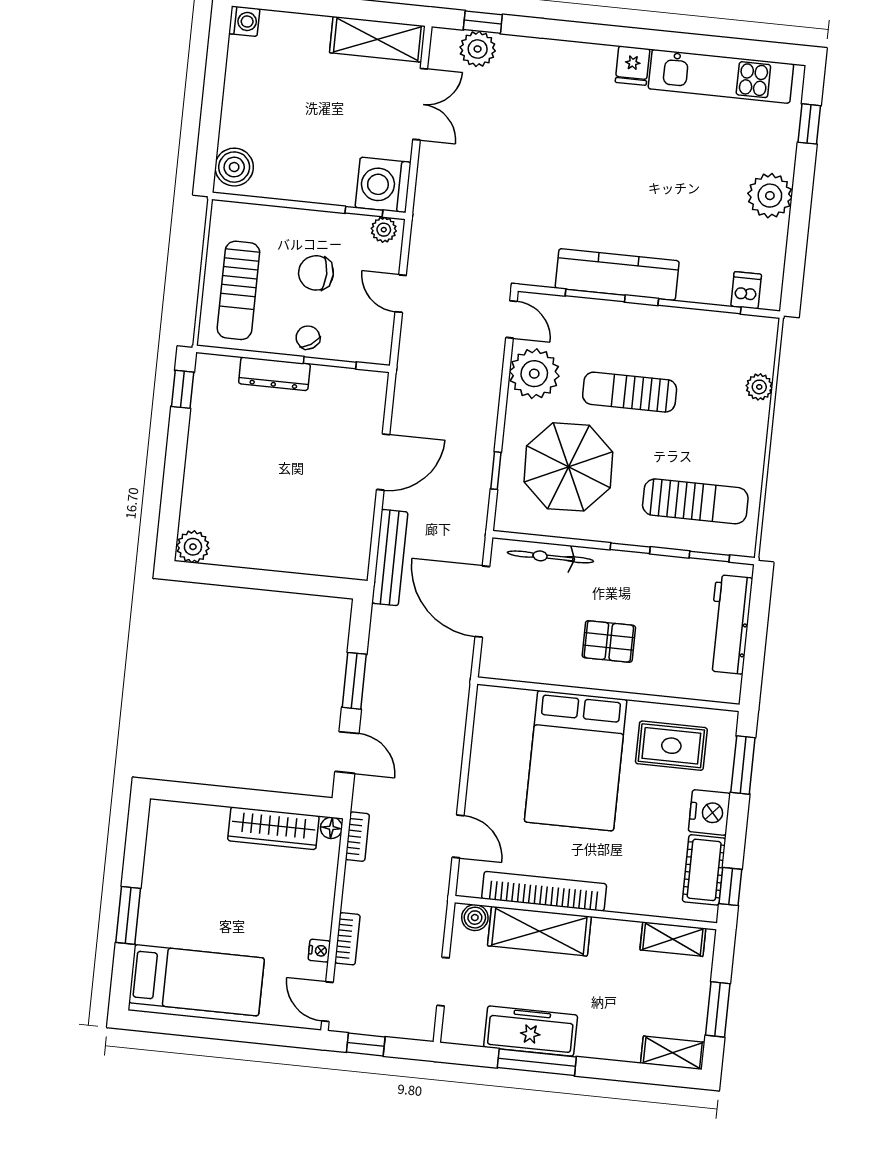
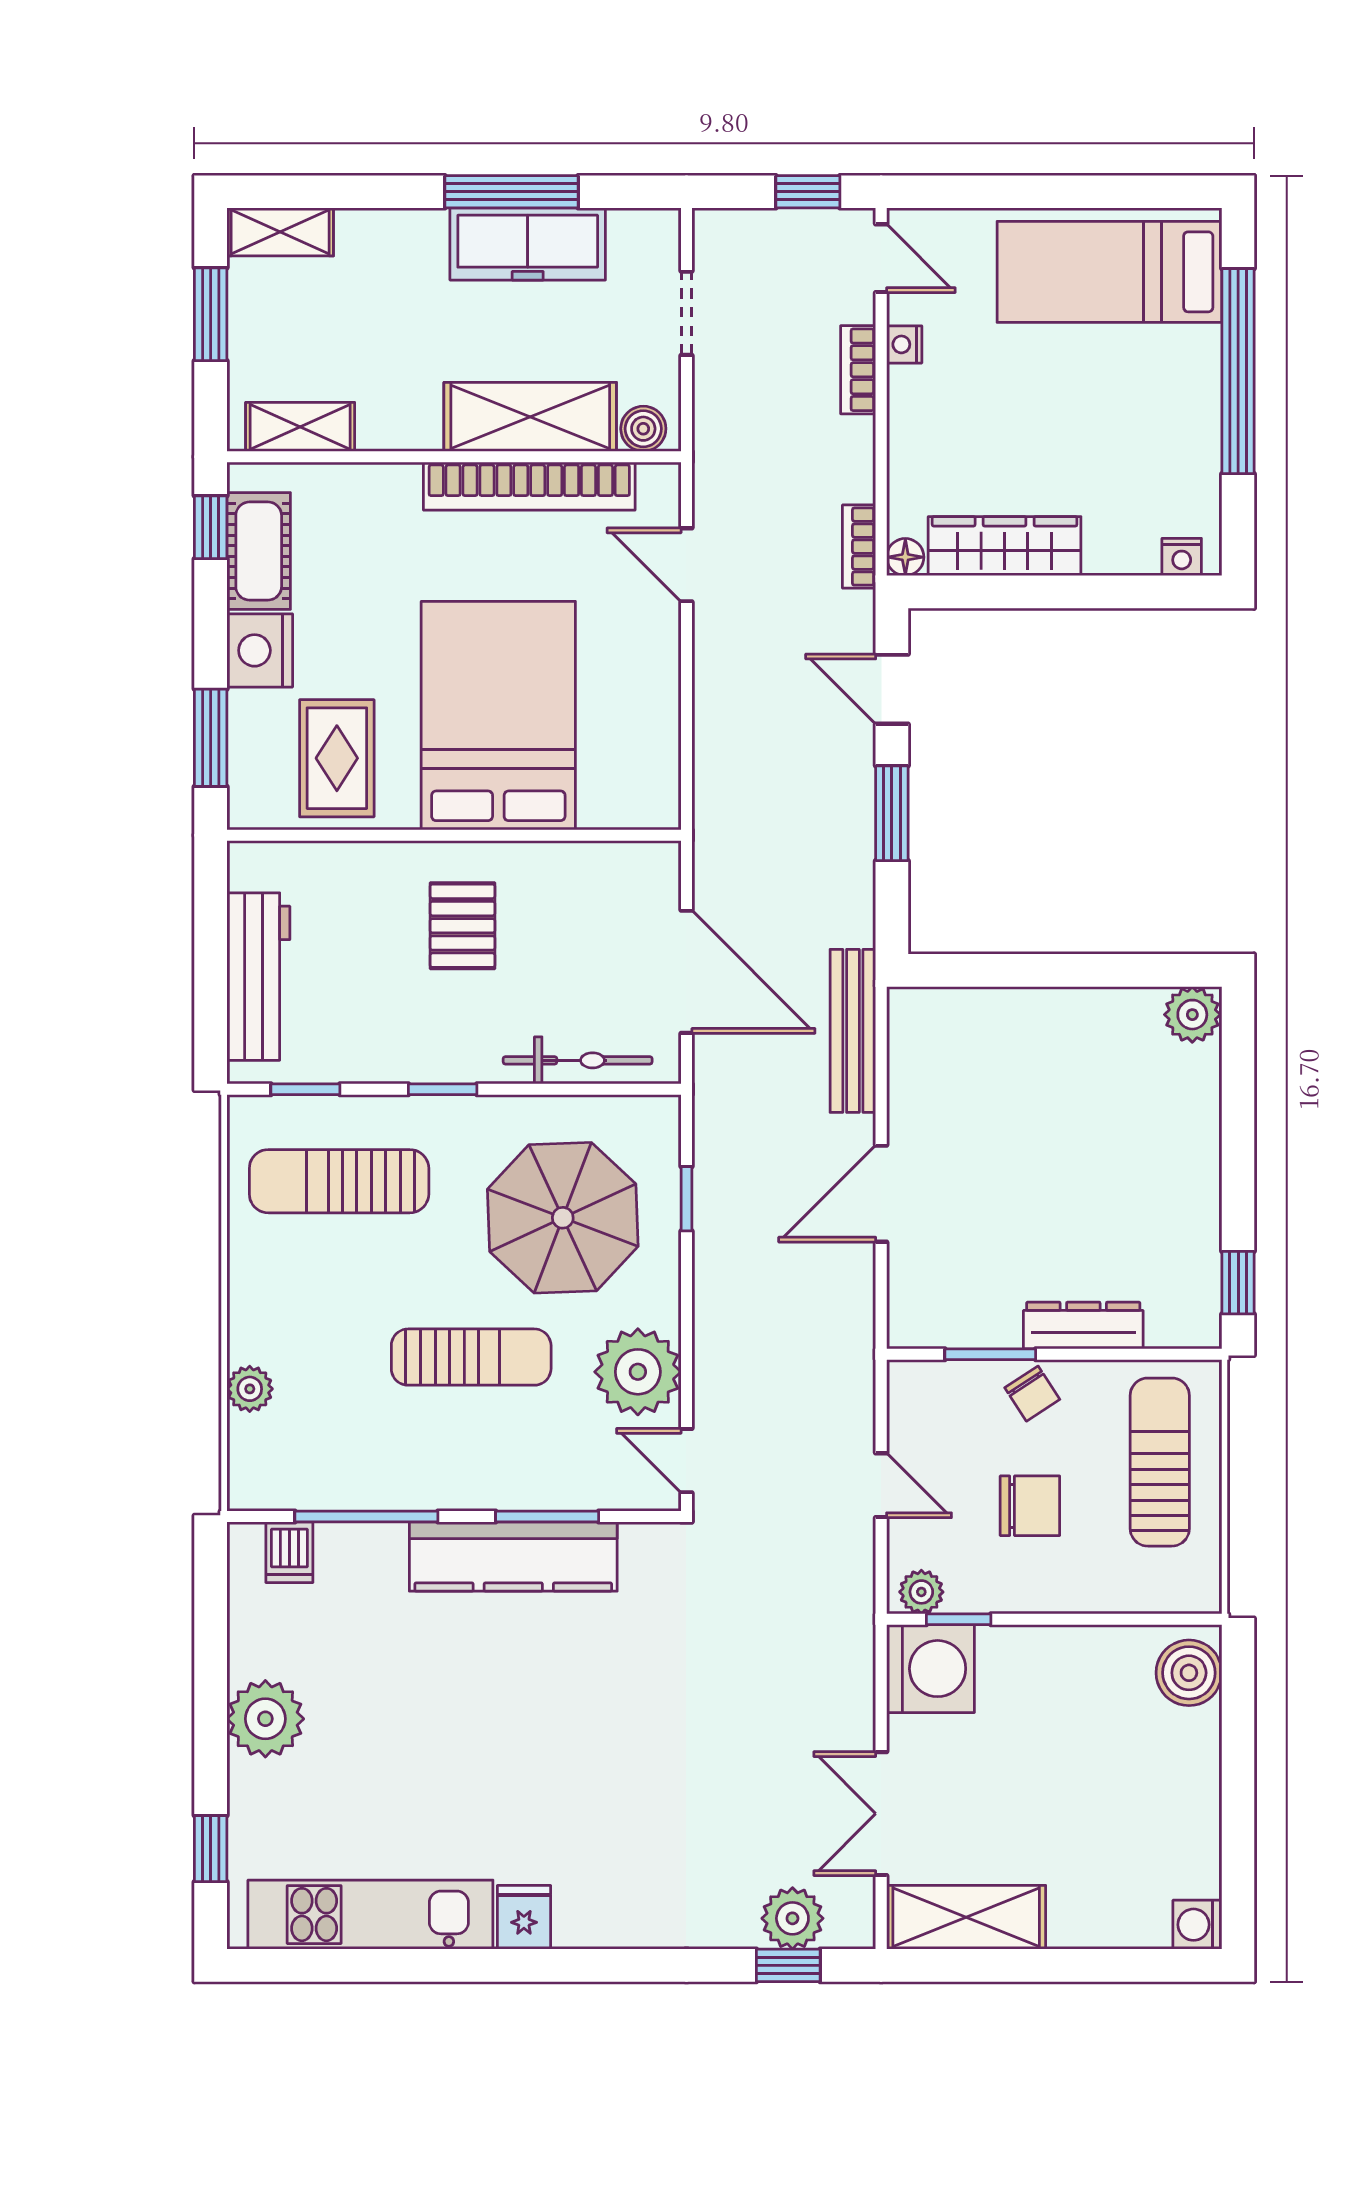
pallet: (609, 641) -> (463, 926), turned 90
rug: (671, 746) -> (337, 758), turned 90
nightstand: (172, 811) -> (1182, 557), added
window: (128, 915) -> (1238, 371), width x2.11

